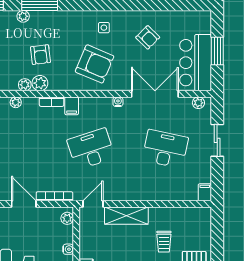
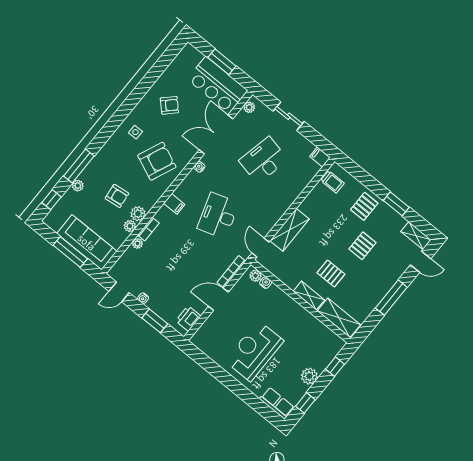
bookcase: (52, 102) -> (148, 229), moved
trolley: (164, 242) -> (332, 182), moved
water cooler: (68, 249) -> (266, 283), moved

